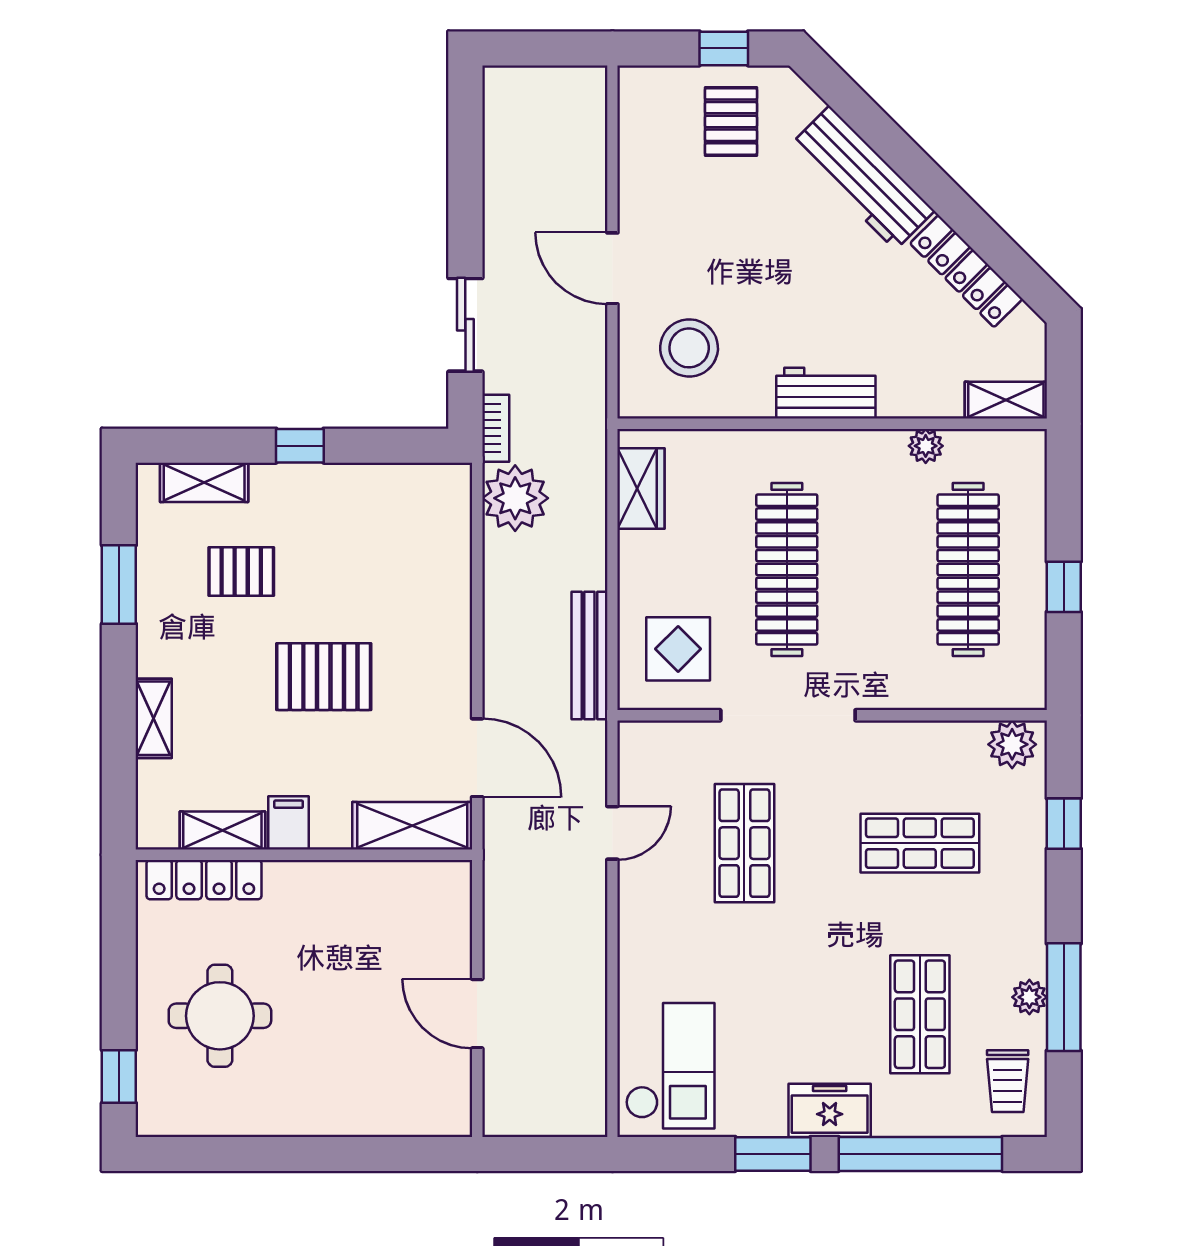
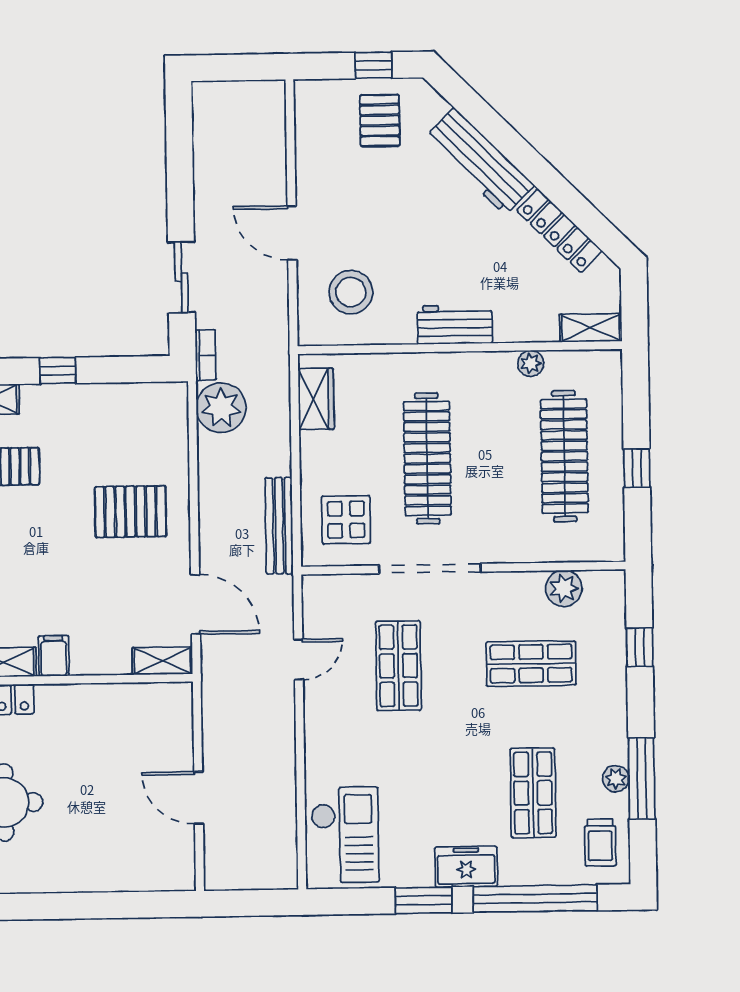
pallet: (324, 677) -> (131, 512), moved
plant: (1012, 744) -> (564, 588), moved
shelving: (412, 826) -> (162, 661), width x0.67, depth x0.75

